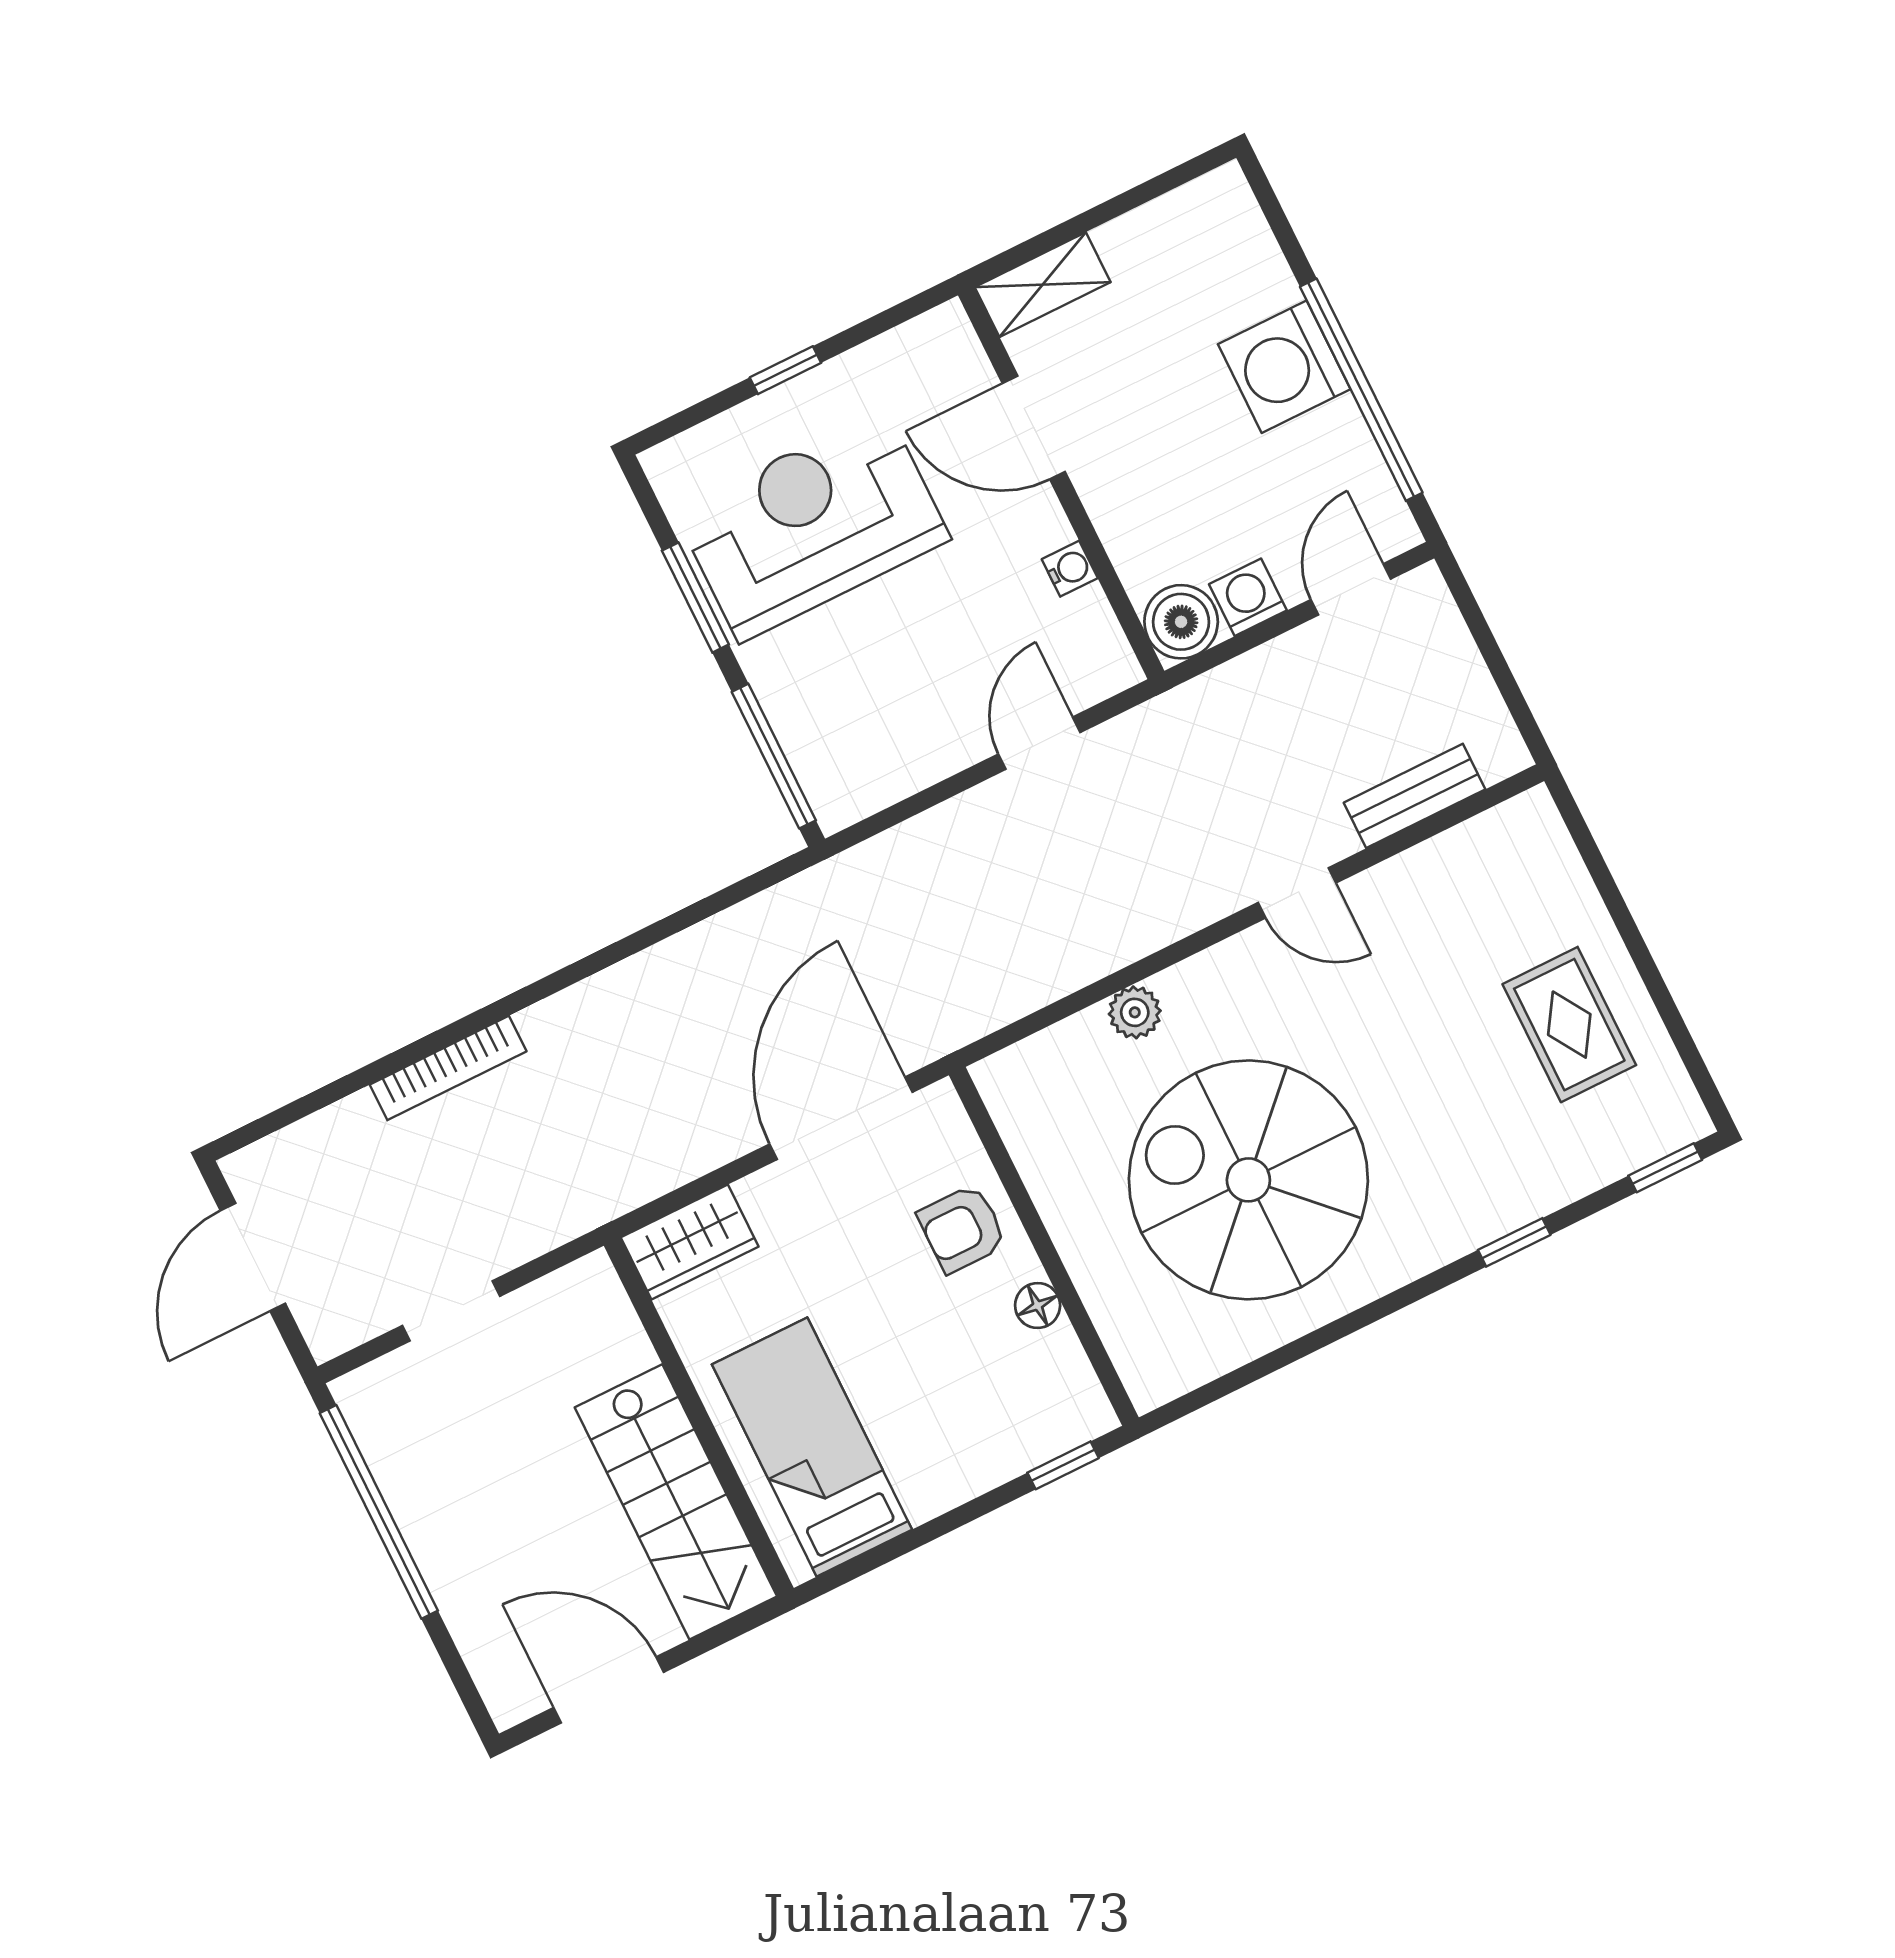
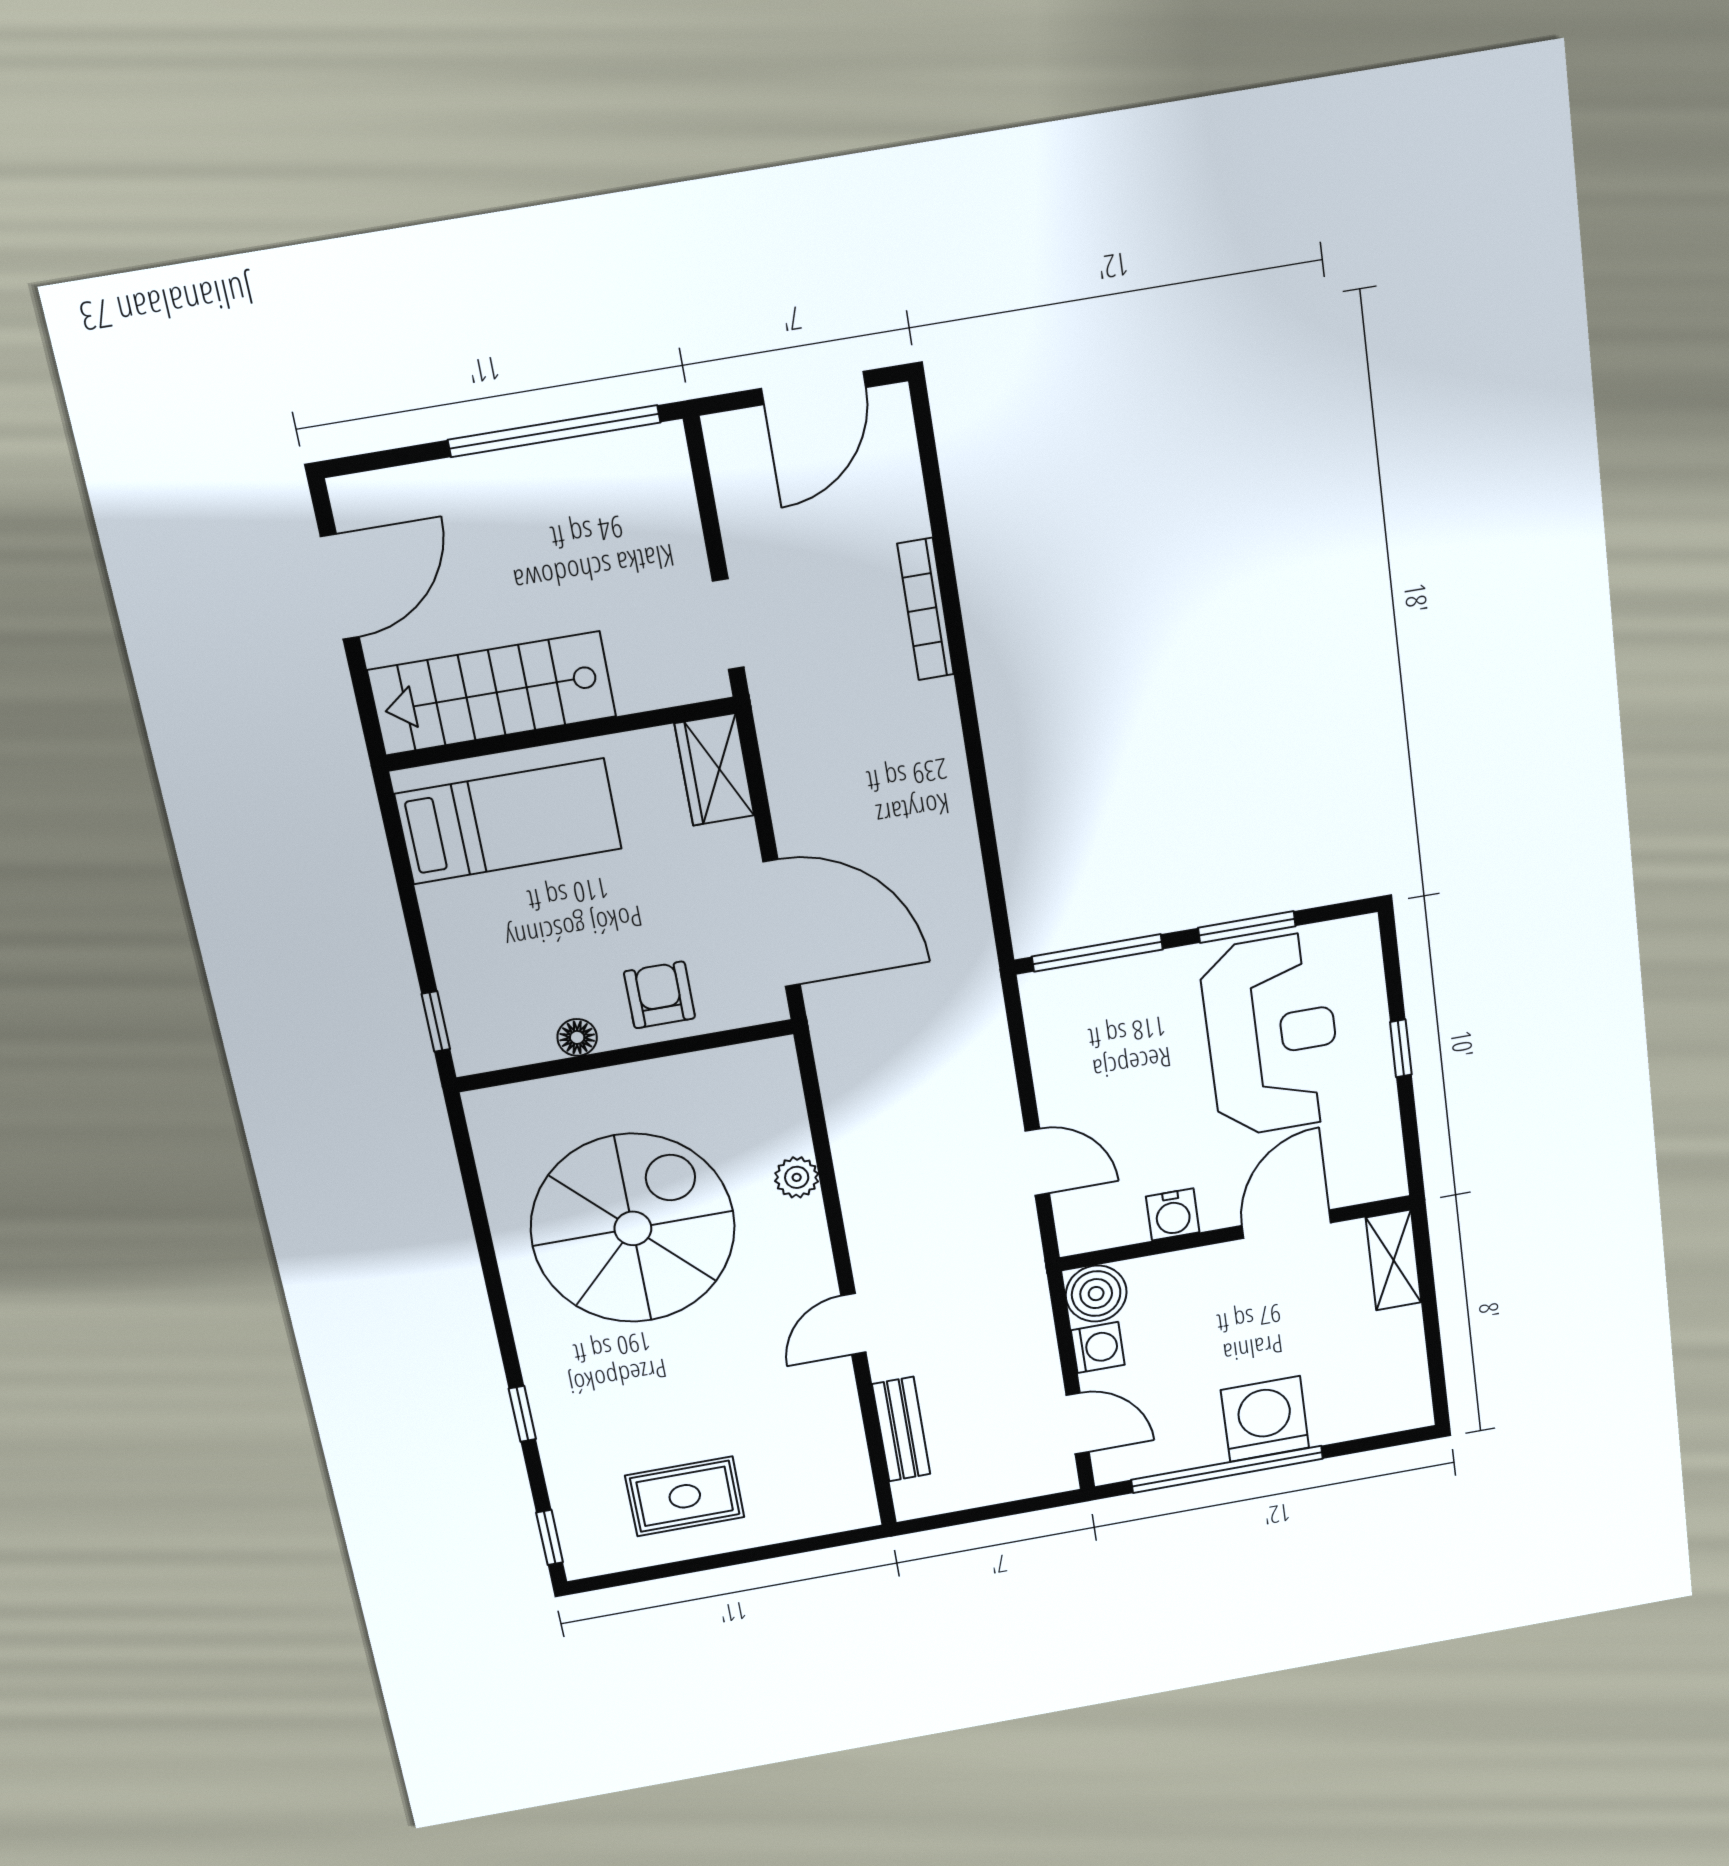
water cooler: (1070, 569) -> (1173, 1214), width x1.38, depth x1.38
door: (253, 1257) -> (814, 388), swing flipped
doorway: (451, 1311) -> (728, 624), moved

